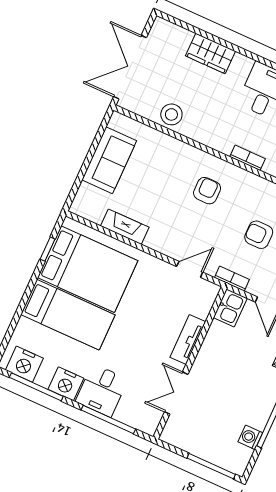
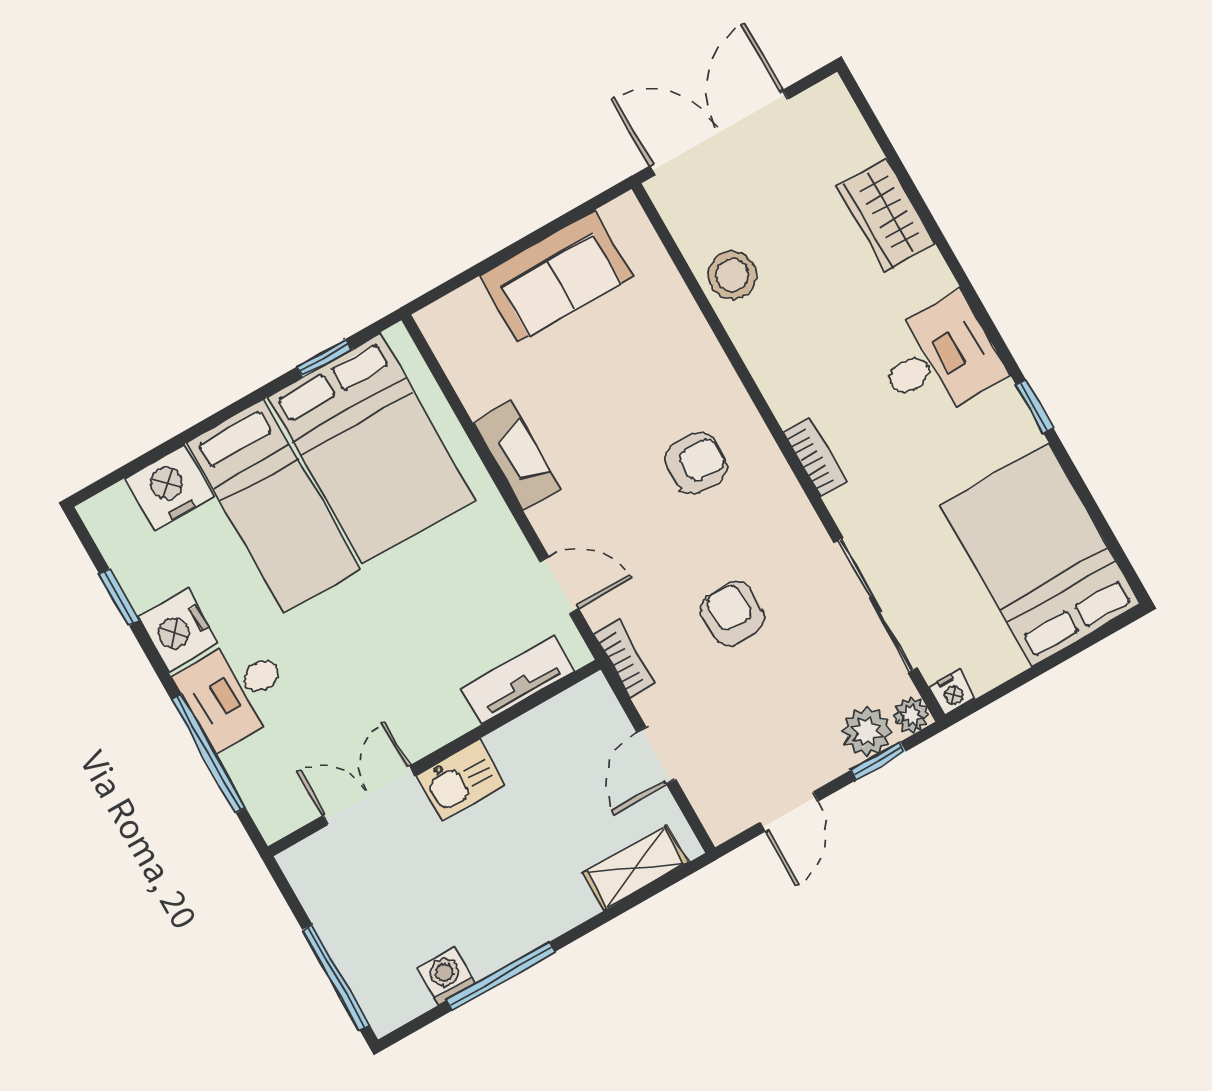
fireplace: (125, 227) -> (517, 456), moved
kitchen sink: (230, 308) -> (461, 780), moved
tv unit: (188, 340) -> (518, 680), moved
nightstand: (24, 364) -> (169, 488), moved, turned 90
window: (36, 387) -> (119, 597), width x0.46

